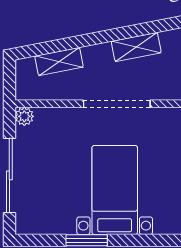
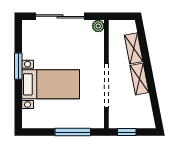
shelving: (136, 47) -> (139, 79), moved

